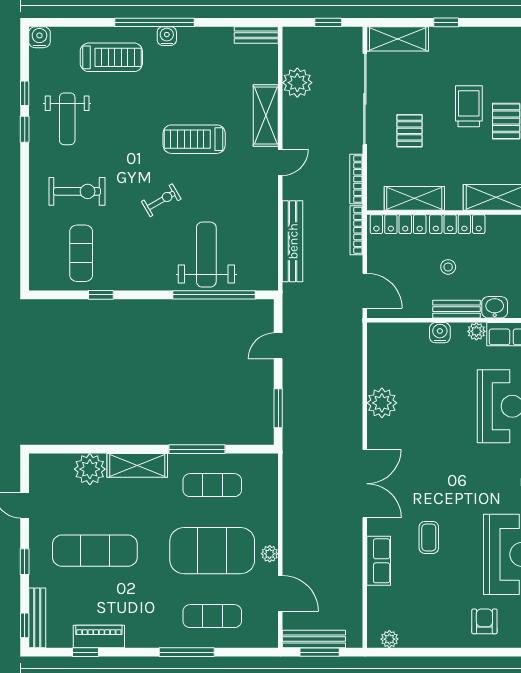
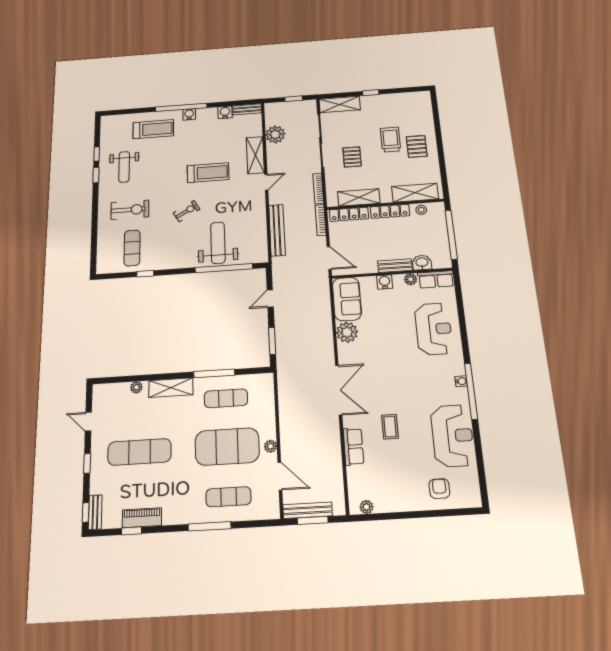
water cooler: (39, 37) -> (225, 112), moved
treadmill: (194, 139) -> (208, 173), turned 180
stool: (448, 267) -> (421, 210), moved
sofa: (385, 354) -> (347, 299), added
plant: (90, 469) -> (136, 387), width x0.53, depth x0.53
bench: (37, 618) -> (95, 512), width x0.73

